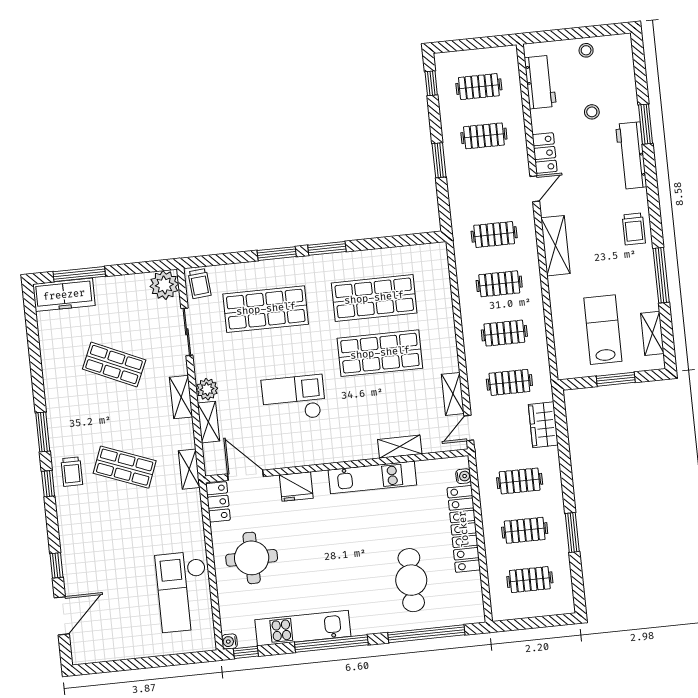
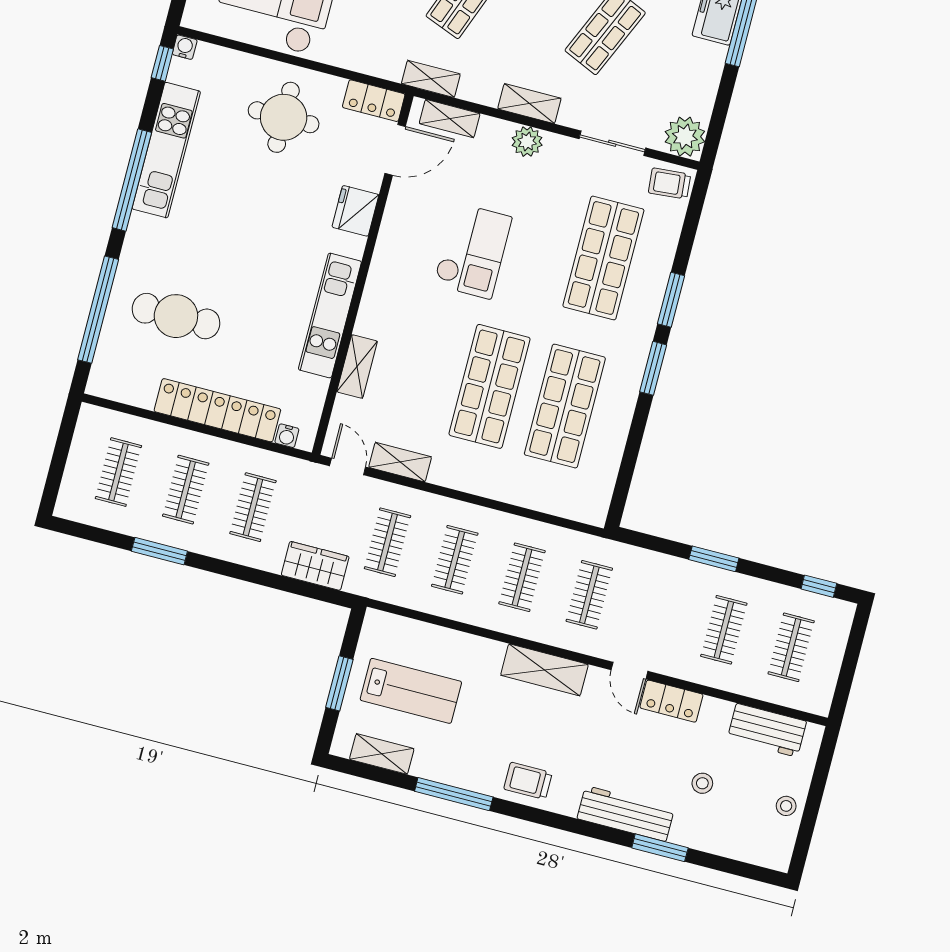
shelving: (208, 422) -> (450, 119), moved

